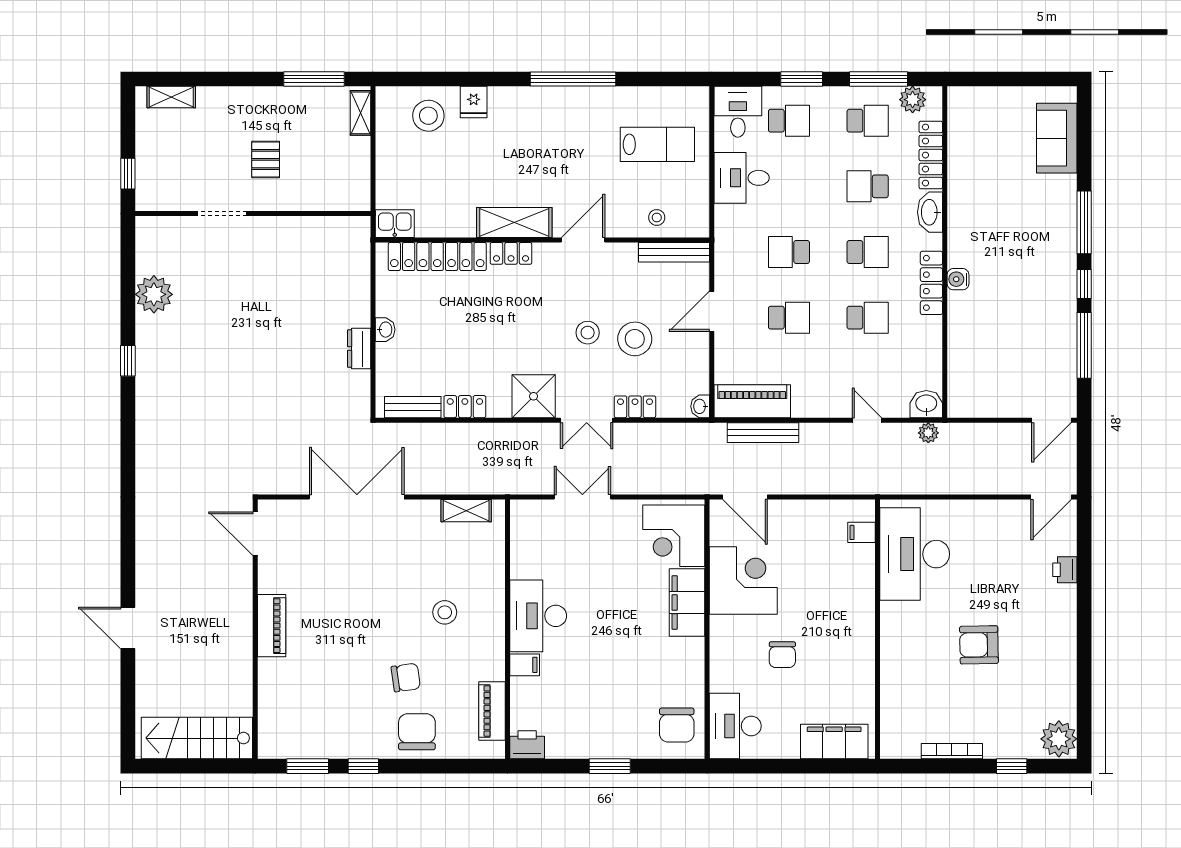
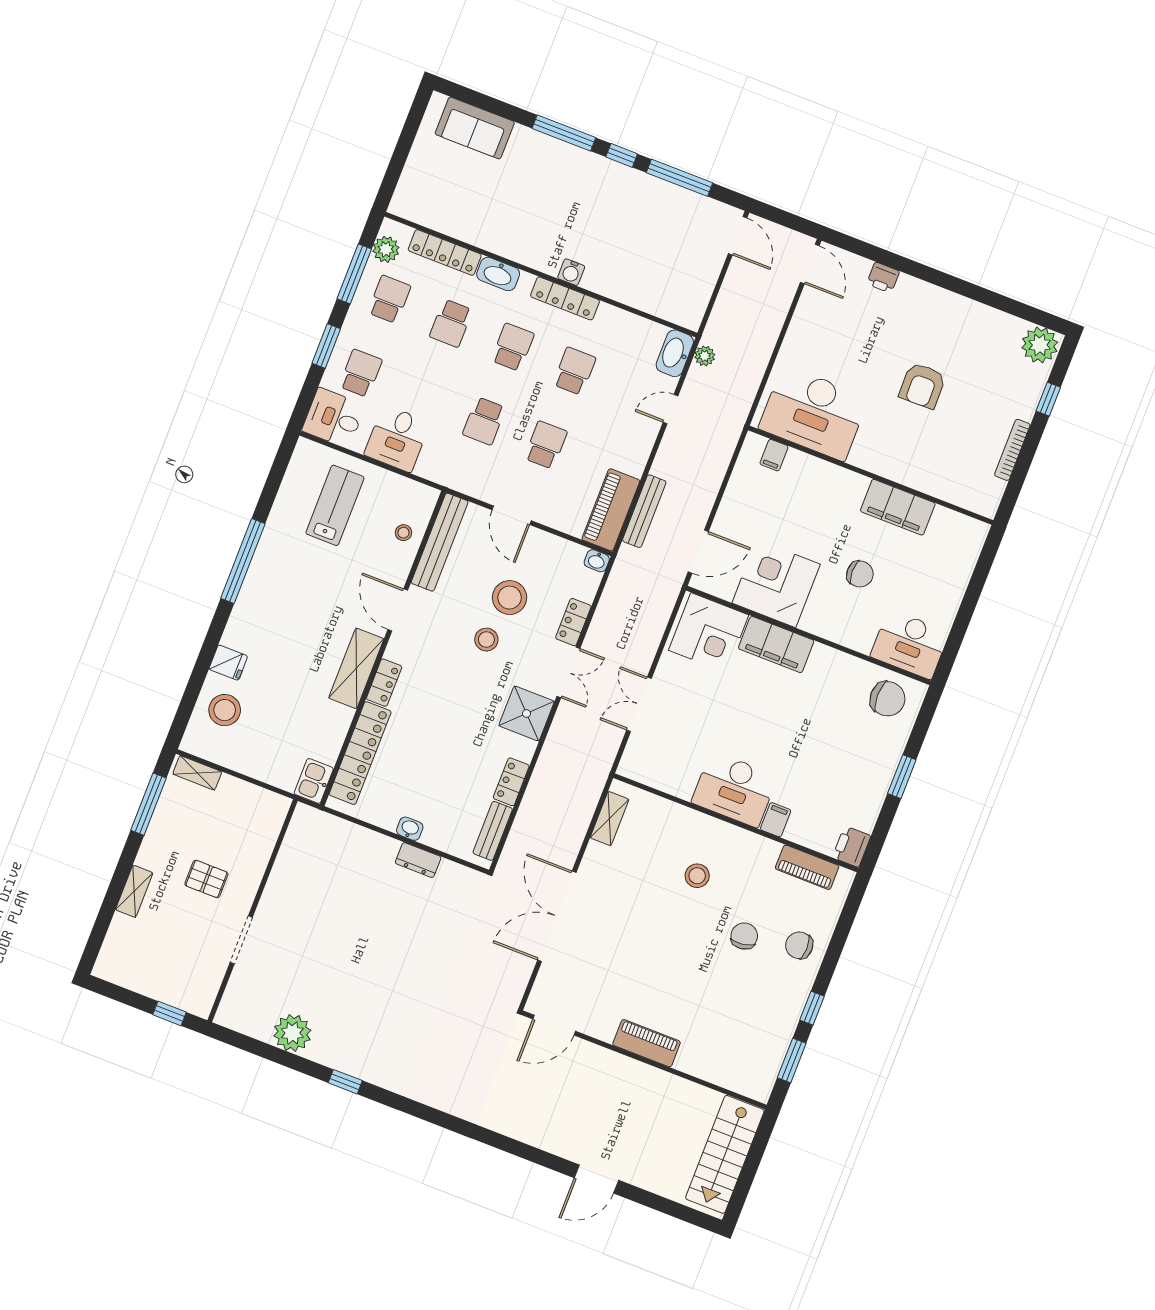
shelving: (171, 97) -> (134, 891), moved
bench: (674, 252) -> (440, 542), width x1.37, depth x1.21
washbasin: (926, 404) -> (675, 353), width x1.38
chair: (417, 732) -> (799, 945), width x0.73, depth x0.73
filing cabinet: (834, 742) -> (898, 507), moved, turned -90

